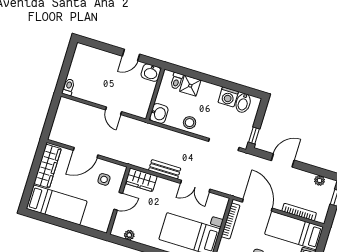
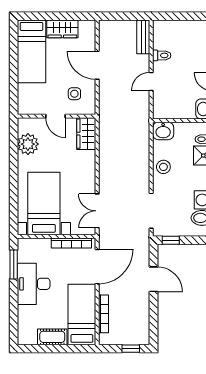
toilet: (68, 87) -> (162, 55), moved
wardrobe: (48, 166) -> (62, 29), width x0.67
bench: (165, 169) -> (143, 37), moved
plant: (320, 180) -> (144, 325), removed
double door: (195, 186) -> (97, 211), moved
plant: (129, 235) -> (28, 144), width x1.88, depth x1.88

